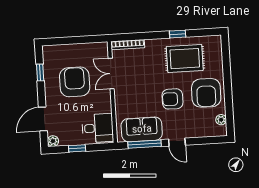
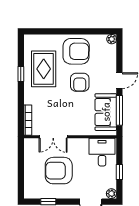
plant: (221, 120) -> (112, 39), moved

